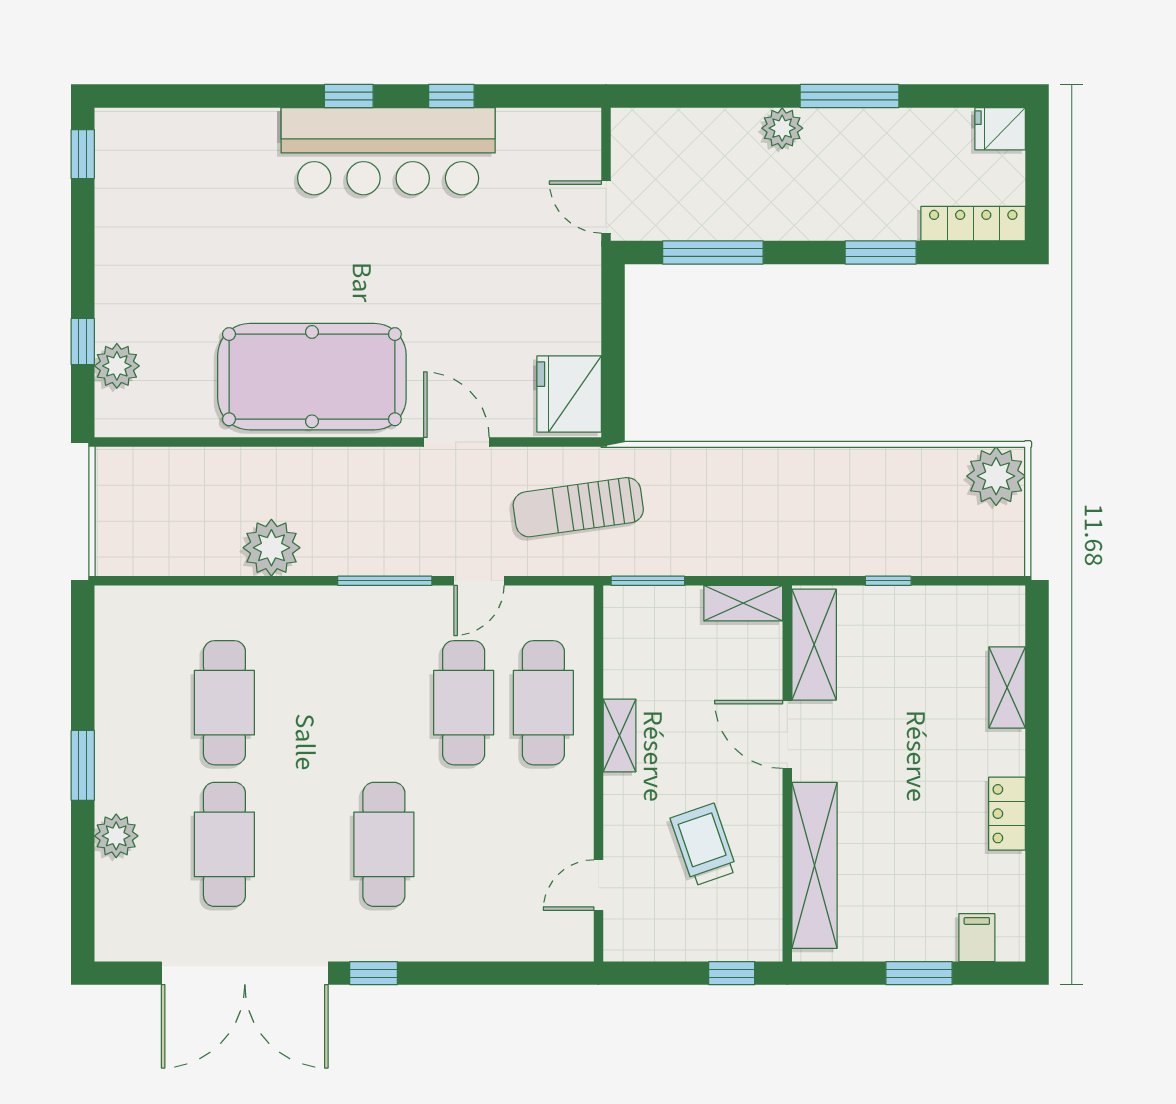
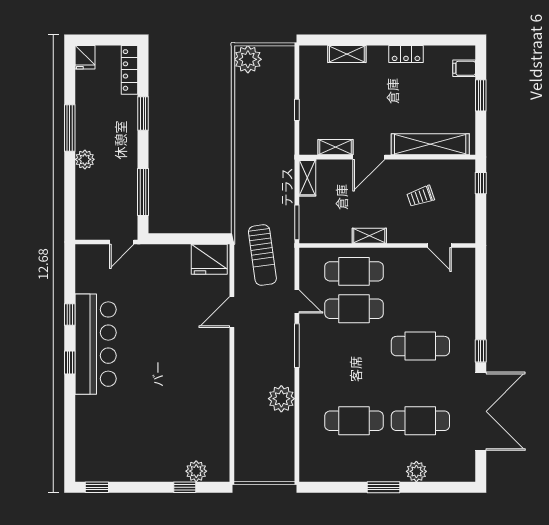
pool table: (312, 377) -> (201, 380), removed
shelving: (814, 645) -> (335, 147), width x0.67, depth x0.75
trolley: (704, 845) -> (420, 196), width x0.73, depth x0.72

